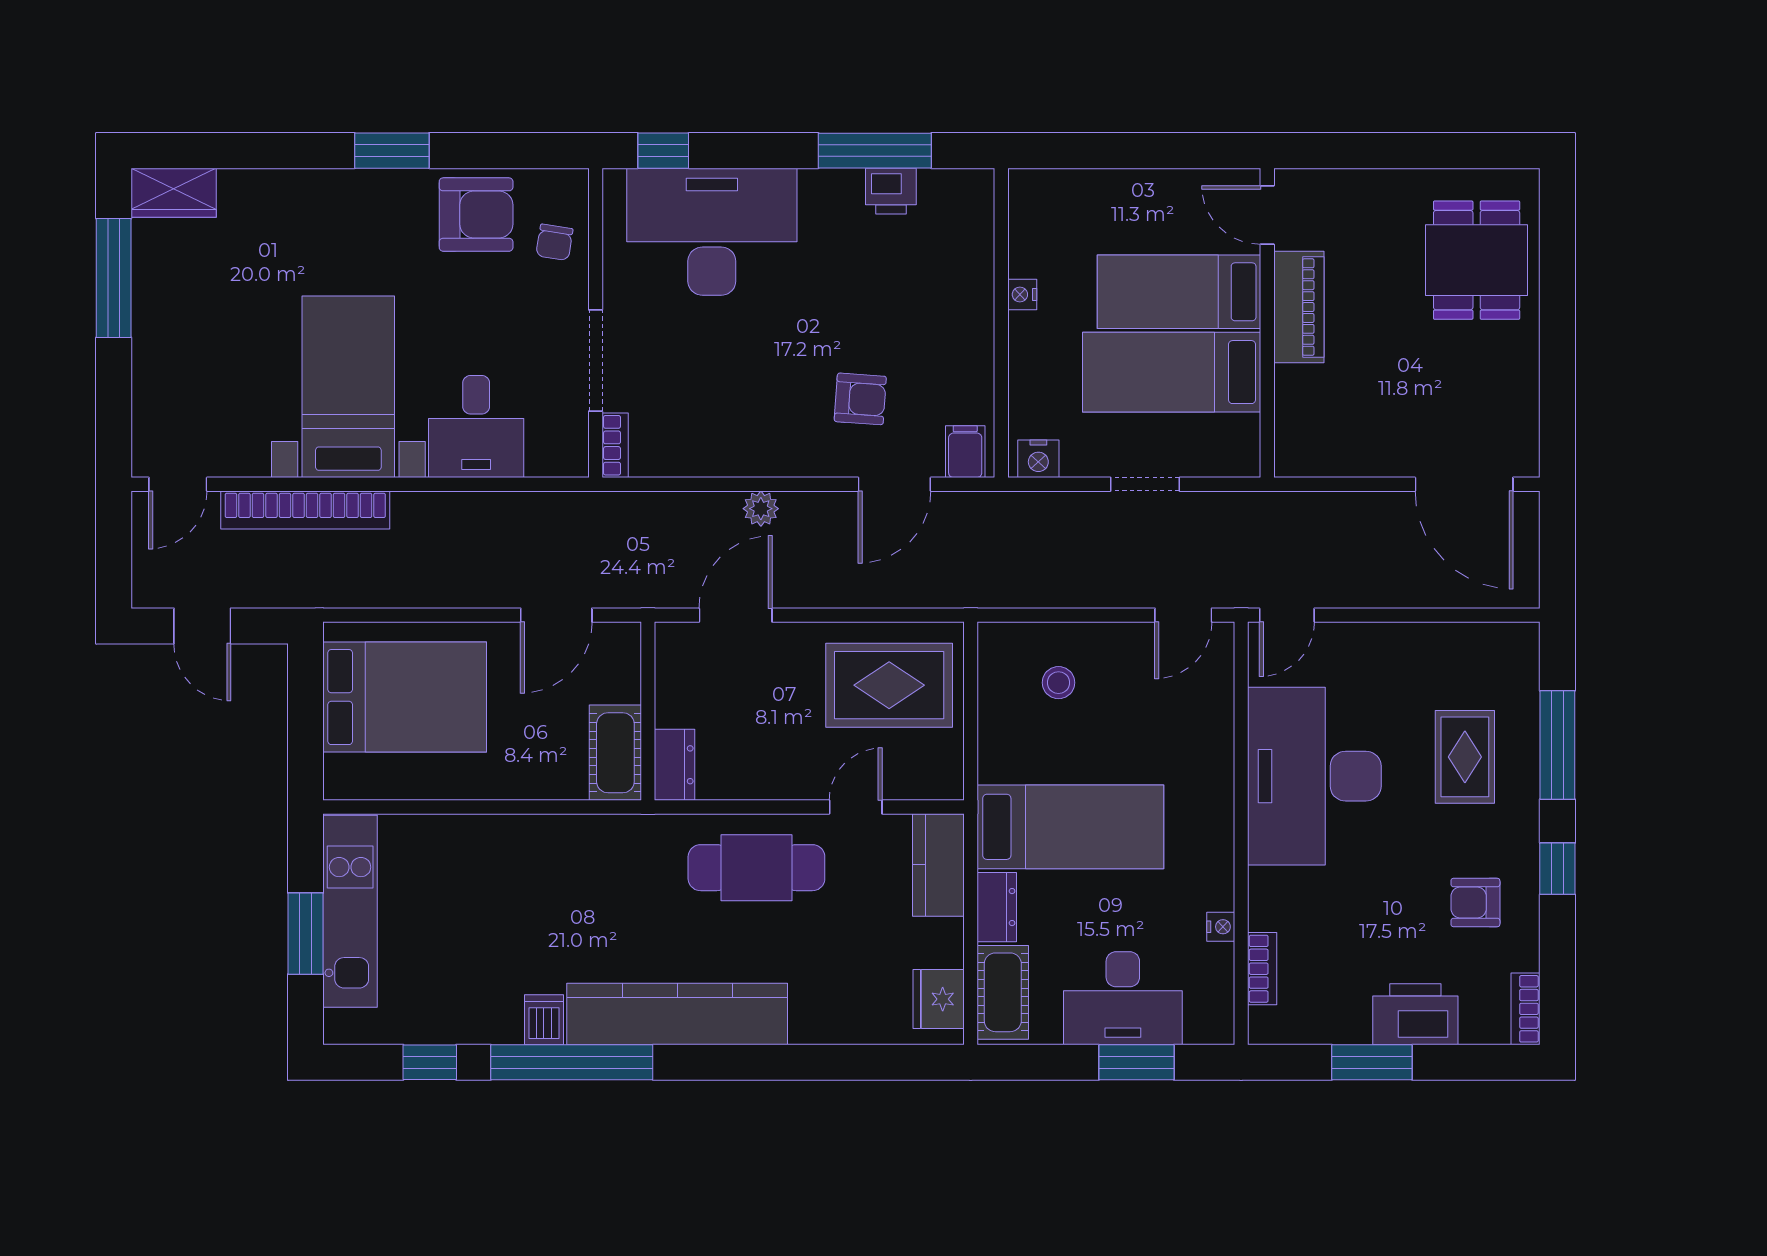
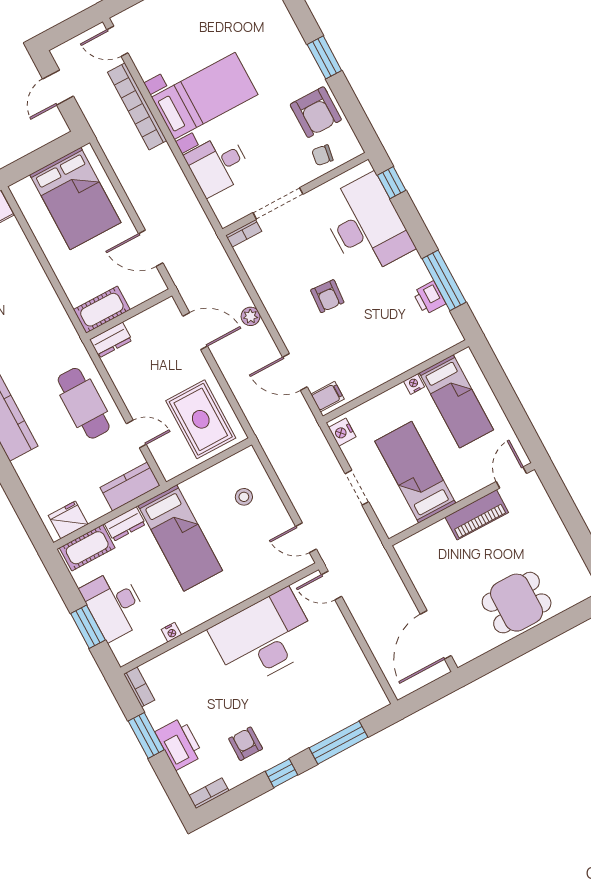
dining table: (1477, 260) -> (517, 603), moved
bed: (1179, 292) -> (456, 401), moved, turned 180
armchair: (860, 399) -> (327, 296), moved
rug: (1465, 757) -> (310, 703), removed
bookcase: (1262, 969) -> (139, 687), moved, turned -90

